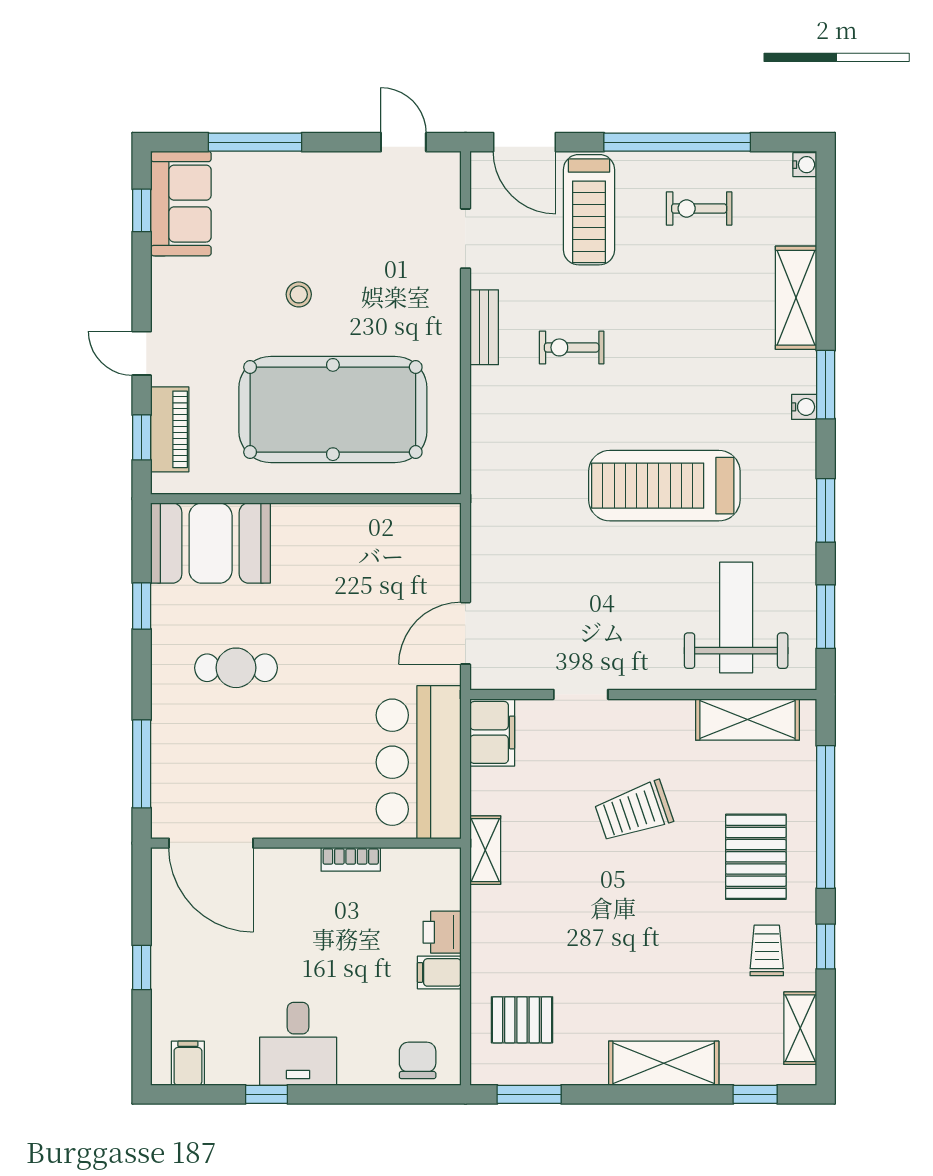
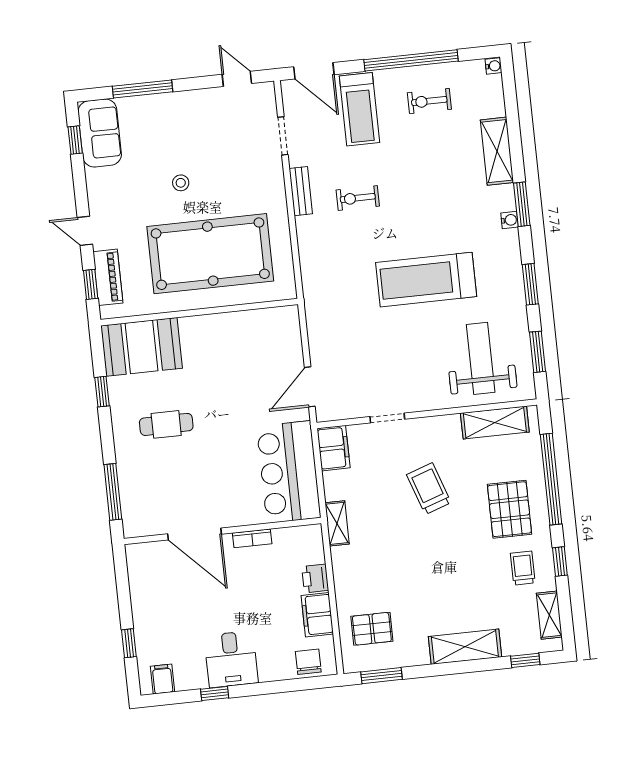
trolley: (634, 811) -> (429, 489), turned 90
door: (211, 843) -> (195, 534), moved
window: (142, 967) -> (129, 643), moved
filing cabinet: (439, 972) -> (317, 615), width x2.00

